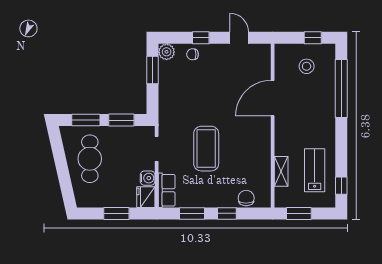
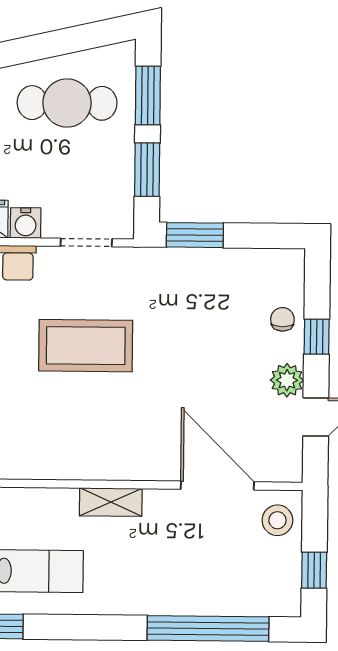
plant: (167, 52) -> (287, 380), moved
stool: (307, 66) -> (277, 520), moved
window: (153, 70) -> (195, 235), moved
door: (273, 98) -> (217, 485), moved
shelving: (281, 171) -> (111, 502), moved

